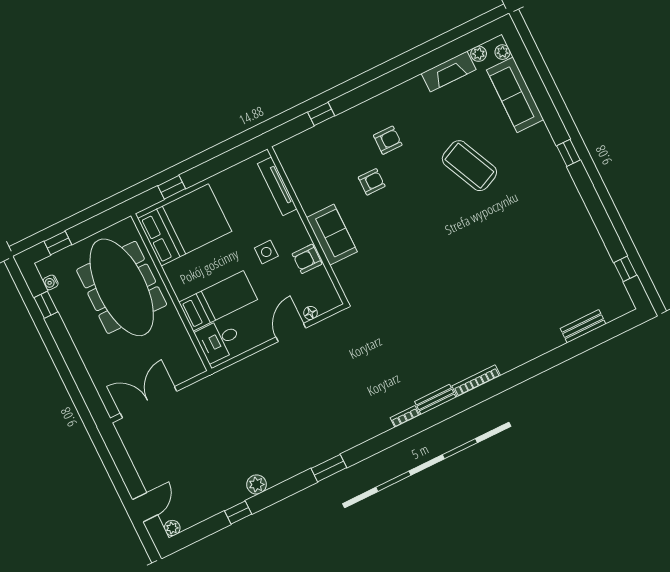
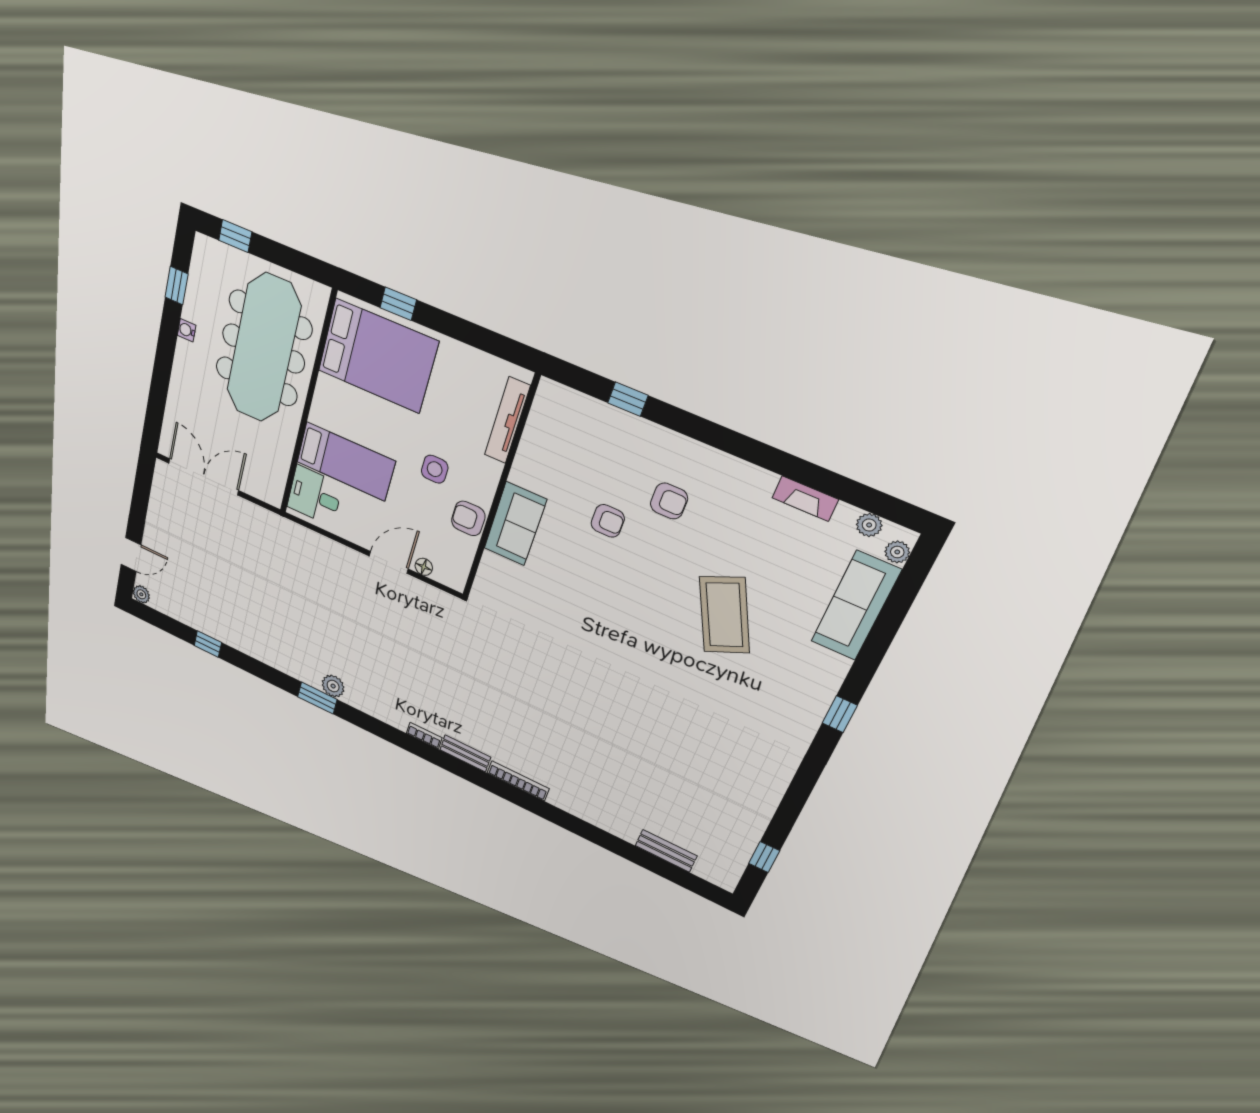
fireplace: (449, 72) -> (805, 499), width x0.73, depth x0.76
water cooler: (50, 282) -> (187, 330), moved
plant: (257, 484) -> (333, 686), moved

